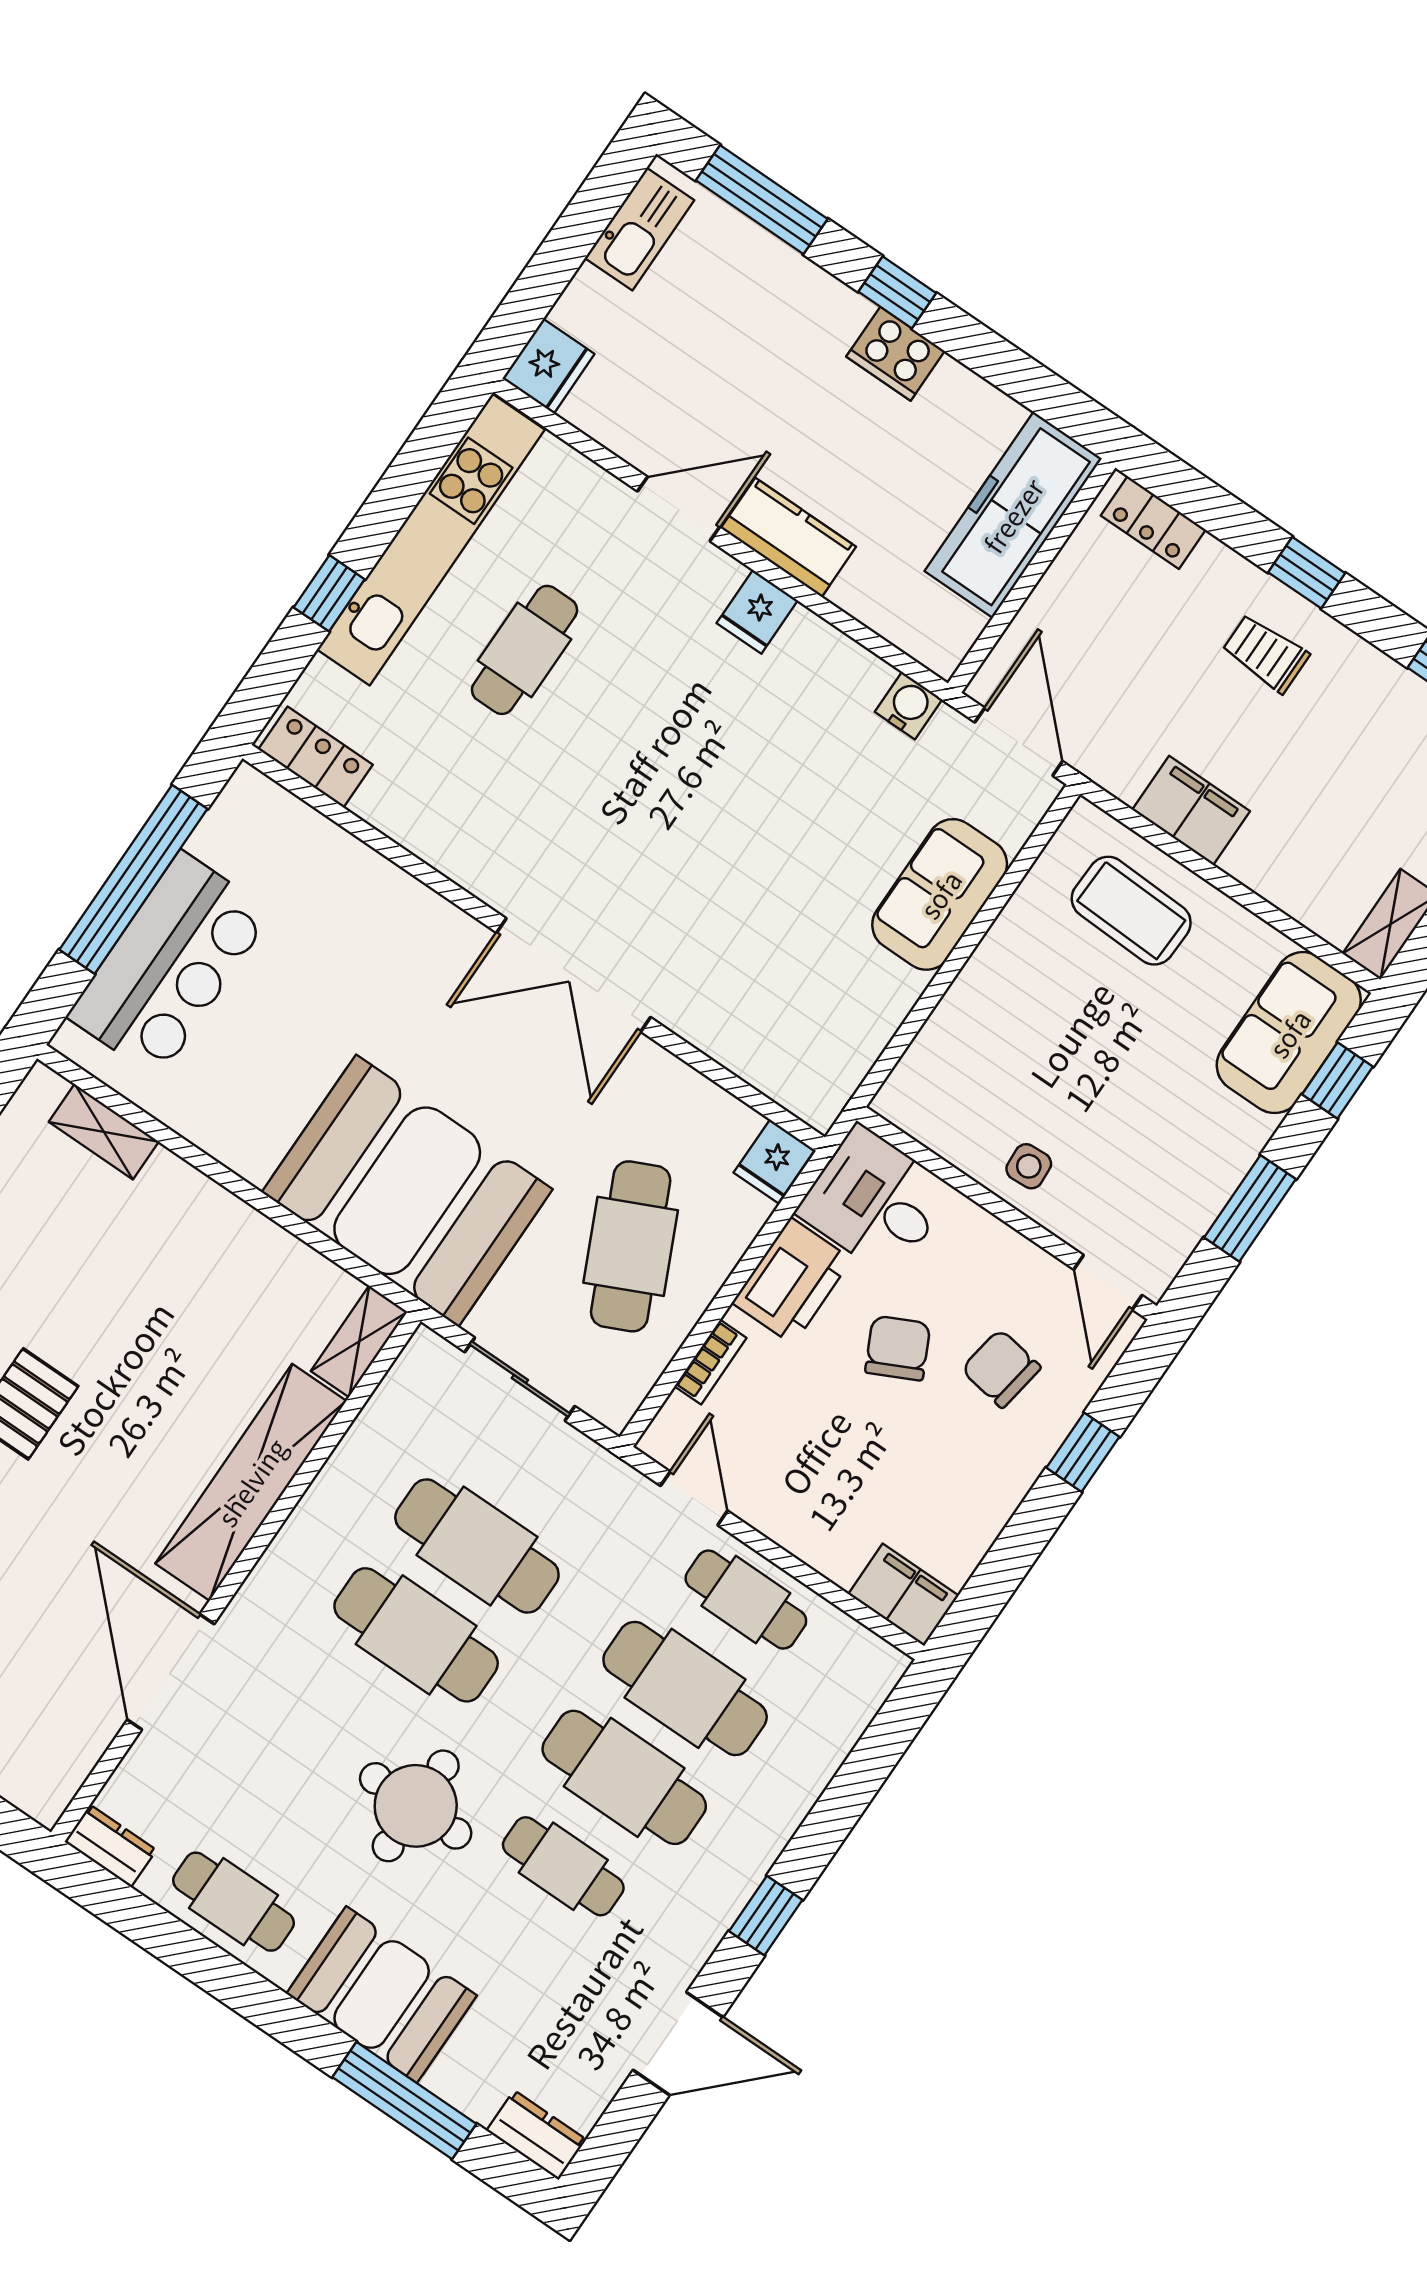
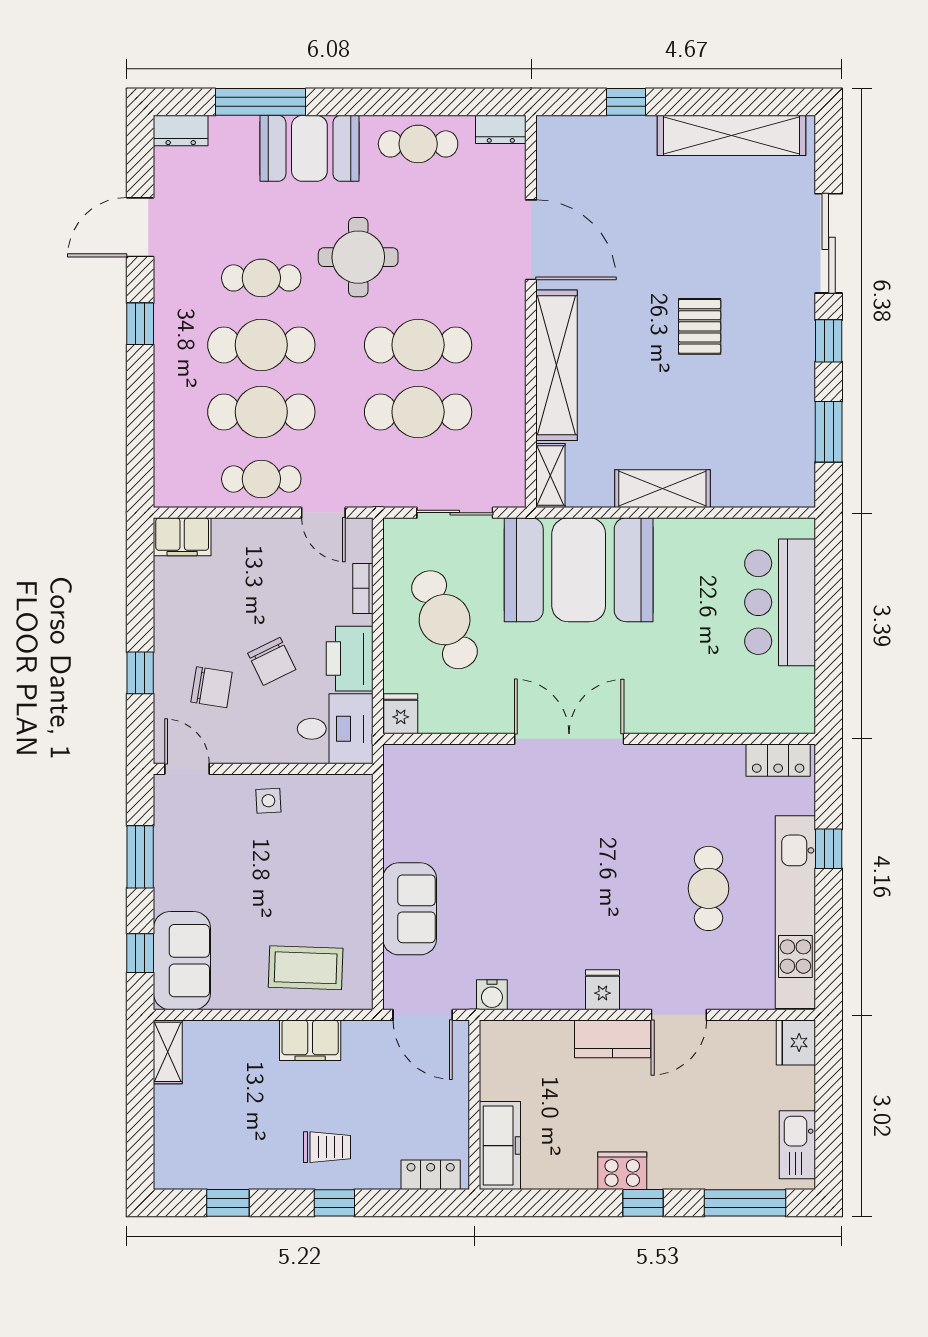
freezer: (1013, 515) -> (500, 1146), width x0.73, depth x0.79
window: (133, 879) -> (829, 633), removed
shelving: (104, 1132) -> (662, 489), moved, width x1.50, depth x1.33

